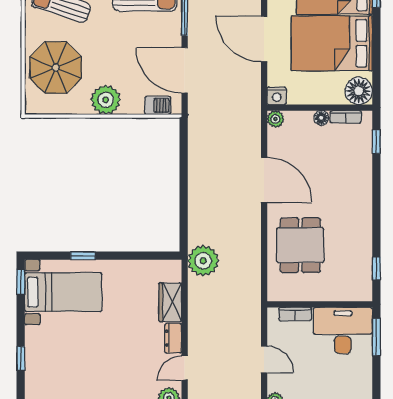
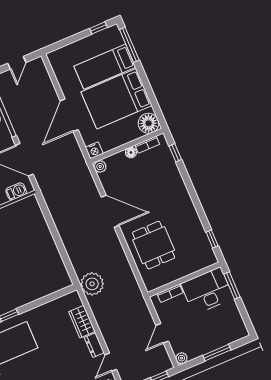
door: (264, 39) -> (69, 115), hinge flipped
door: (264, 359) -> (162, 333), swing flipped

